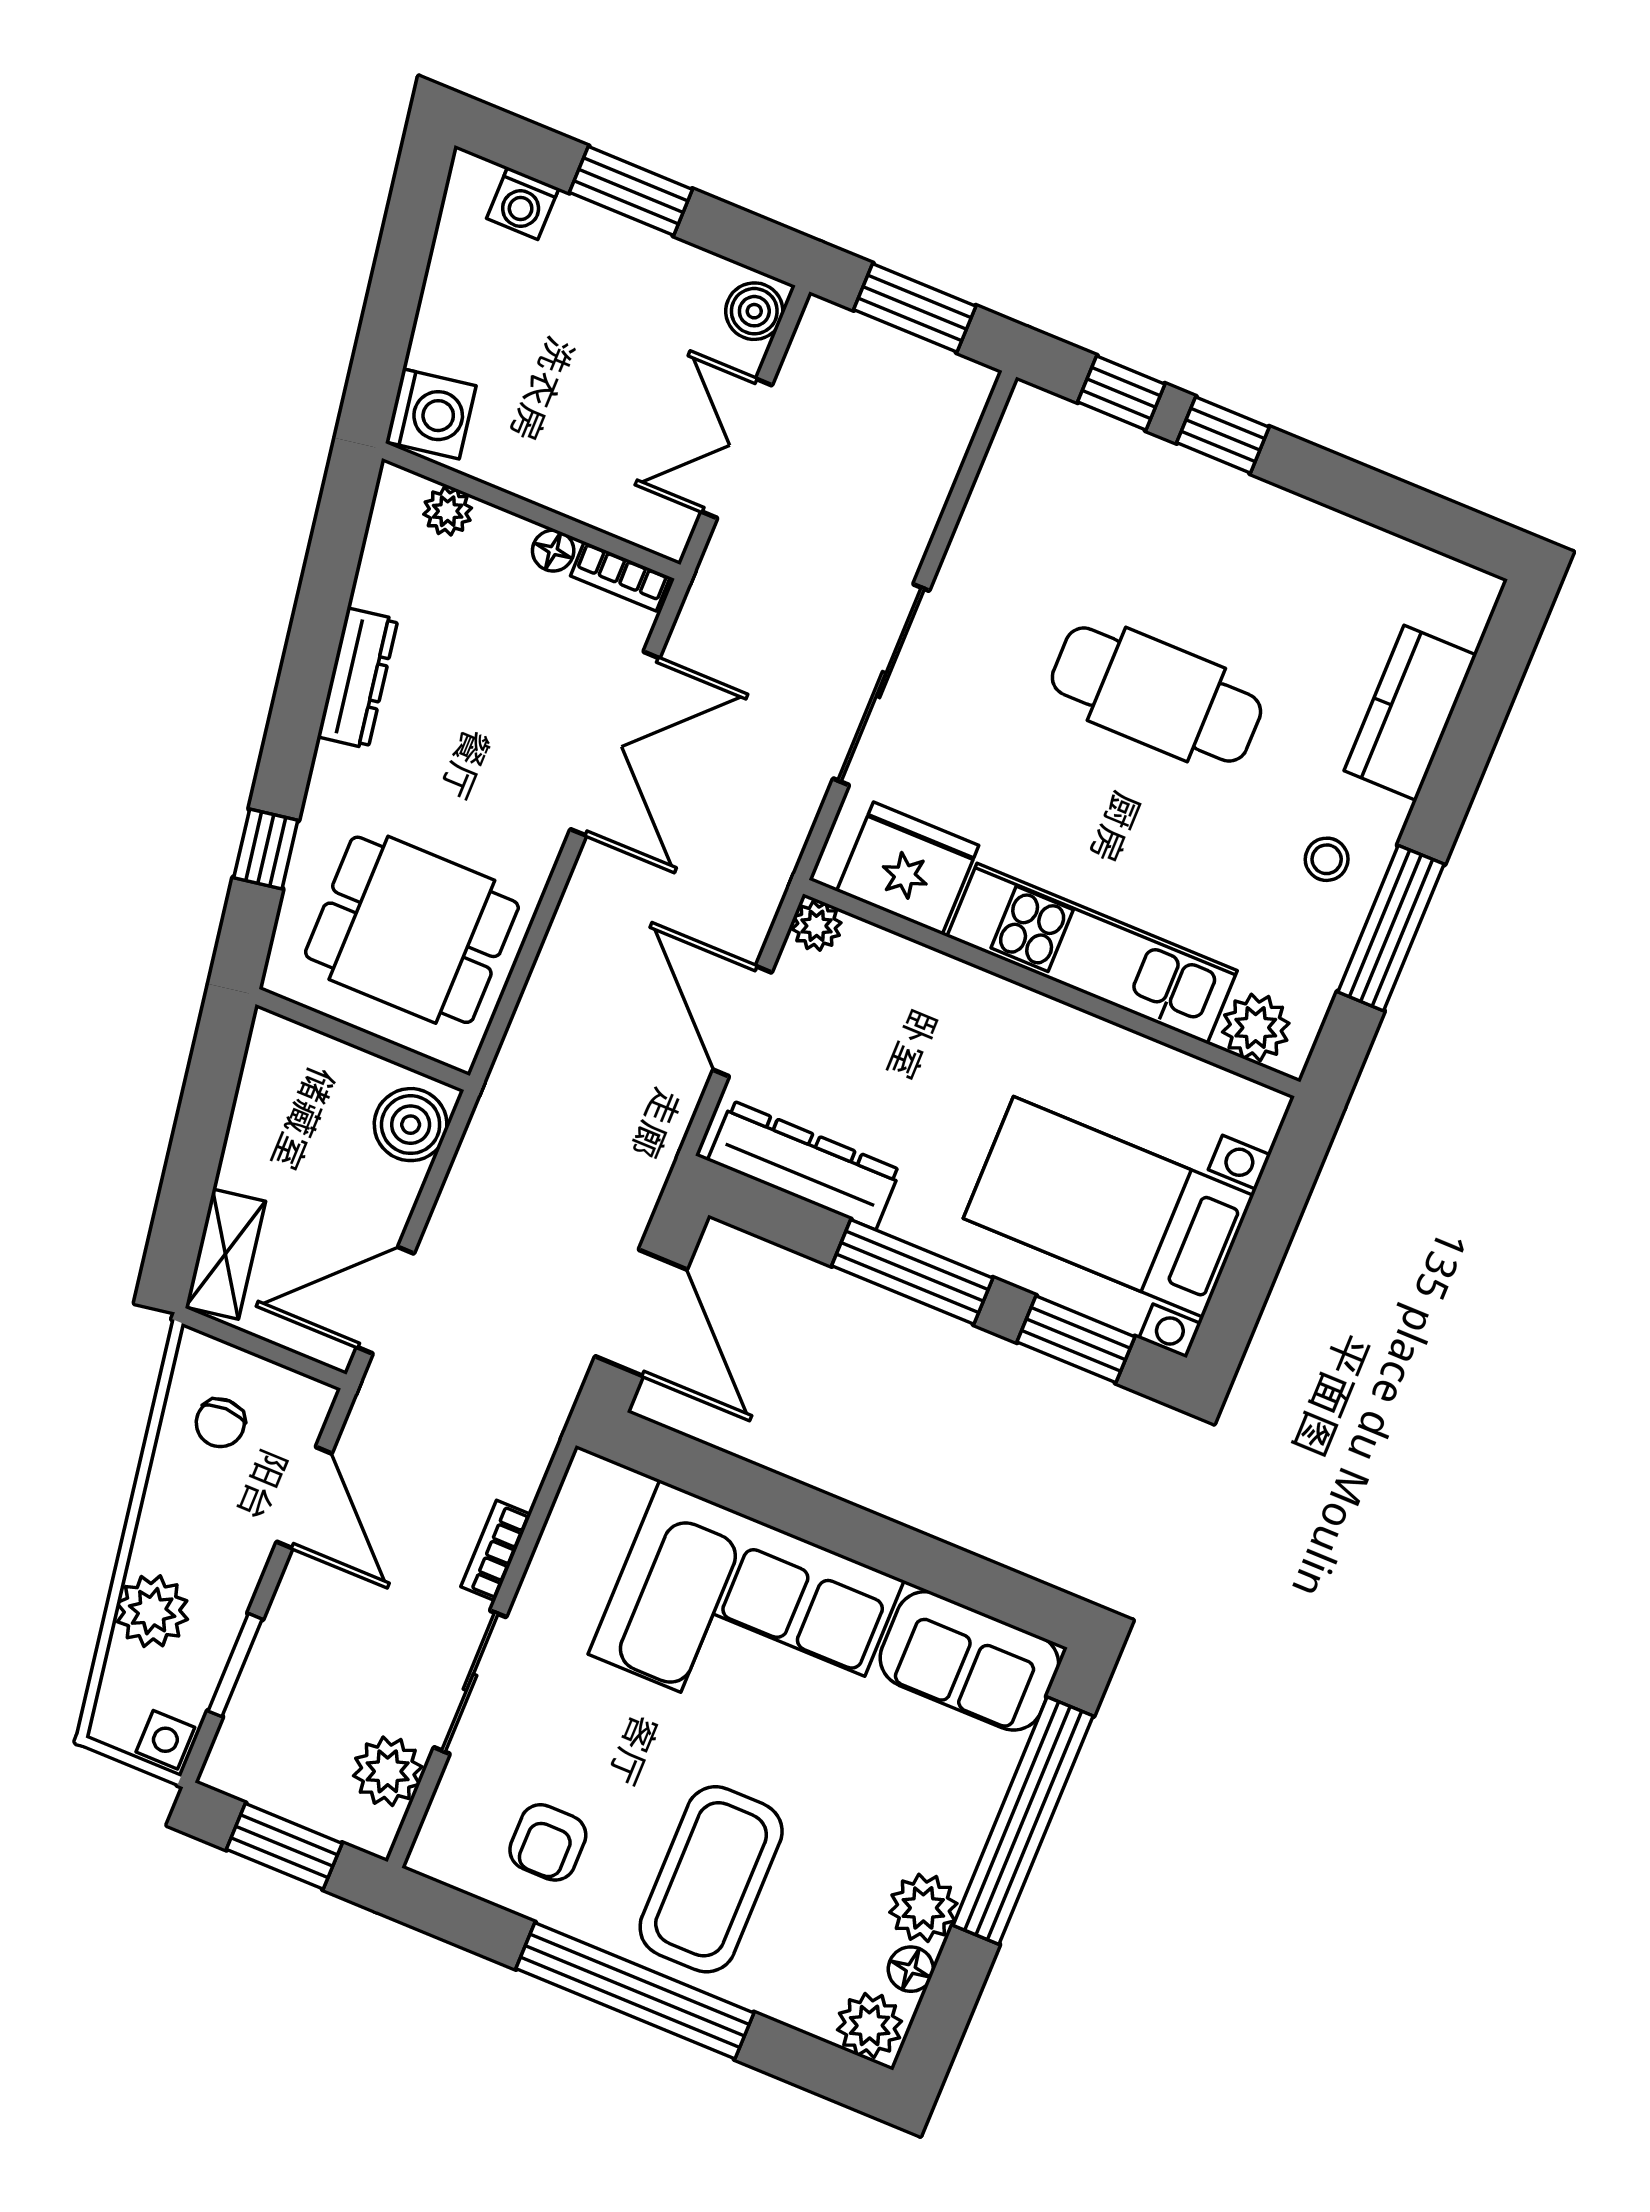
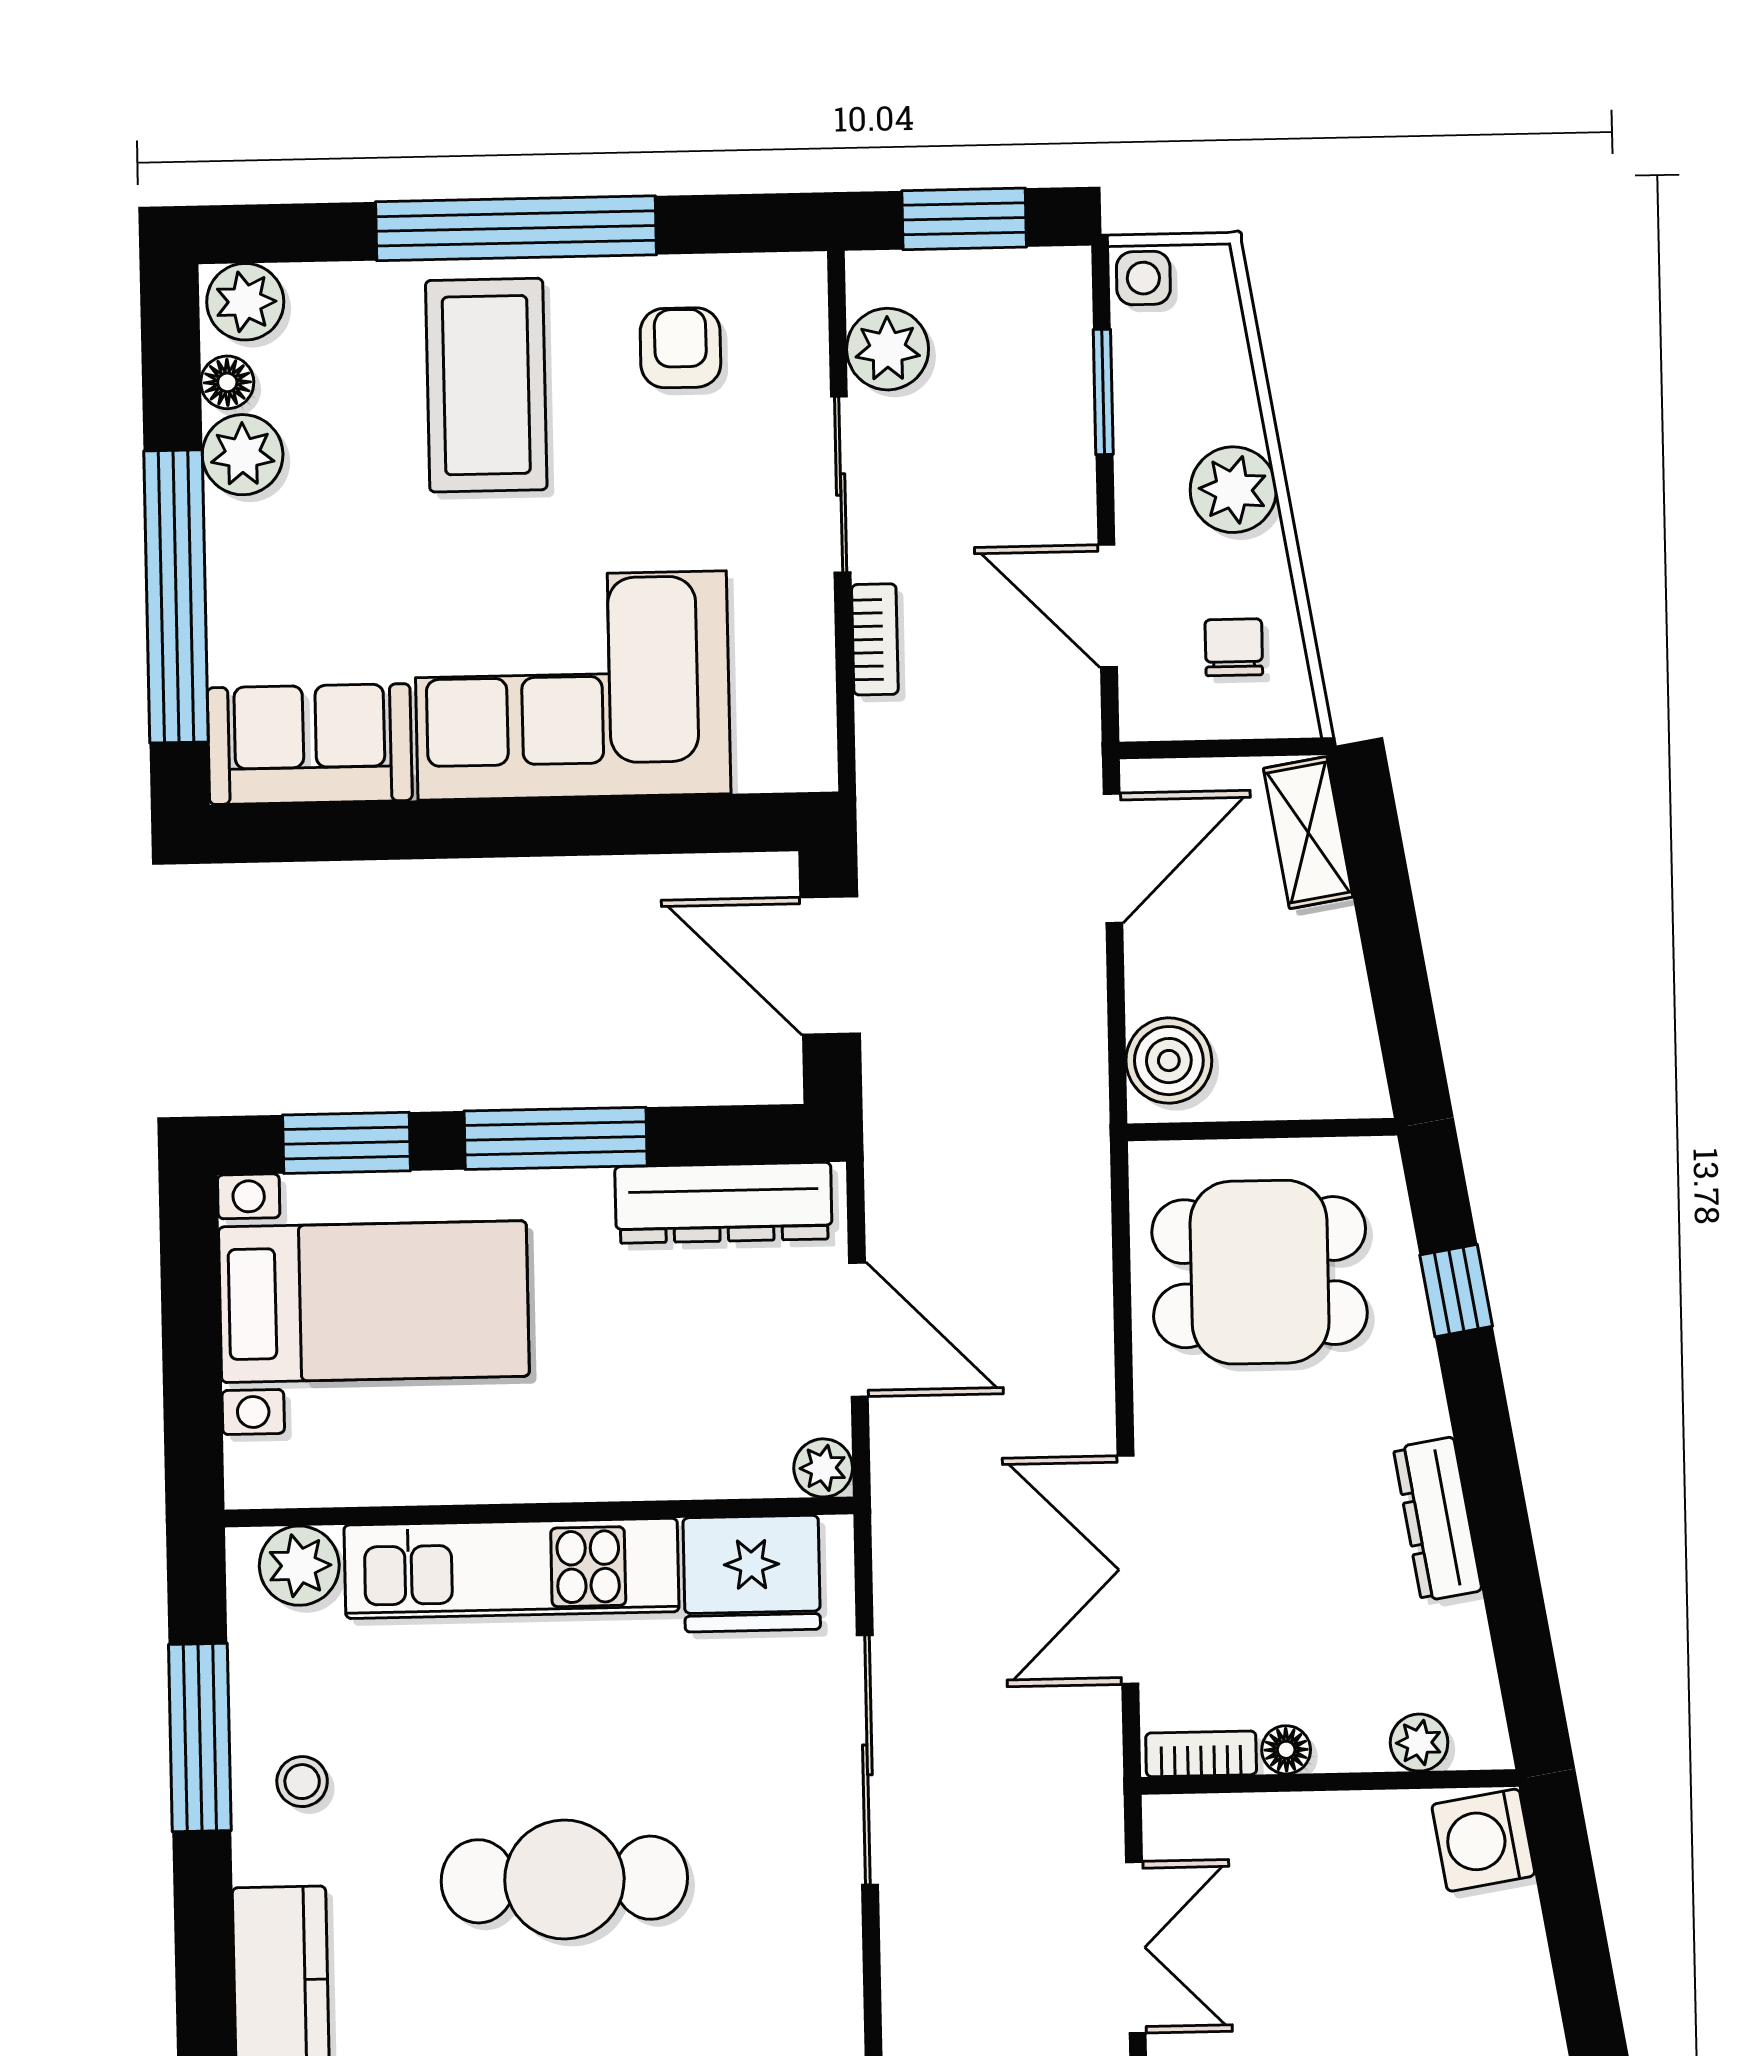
plant: (152, 1611) -> (1233, 490), moved

